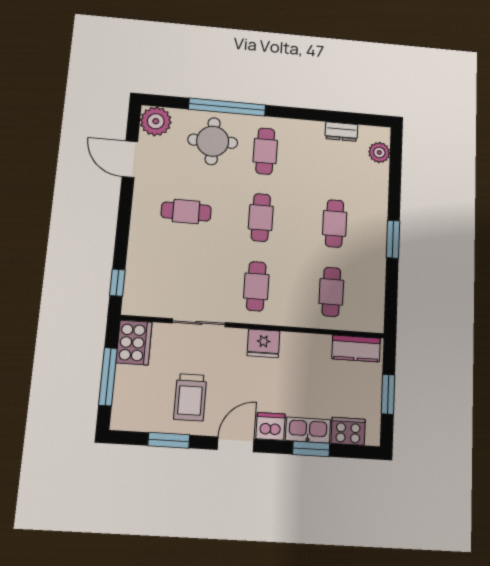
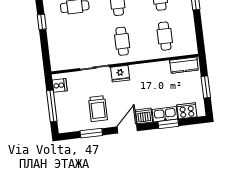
window: (117, 283) -> (42, 22), moved
cooker: (134, 343) -> (60, 85), width x0.53, depth x0.76
fridge: (263, 343) -> (120, 74), moved

